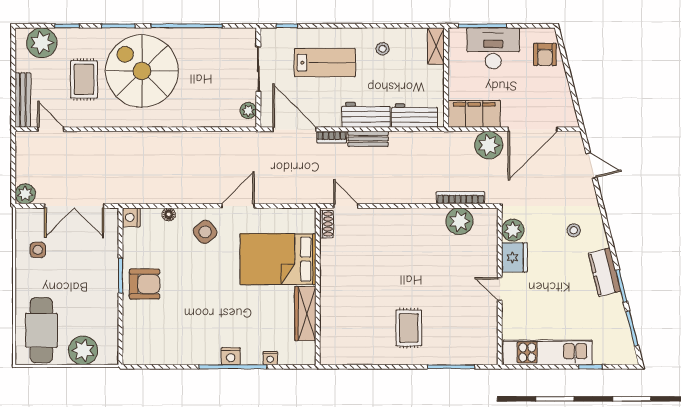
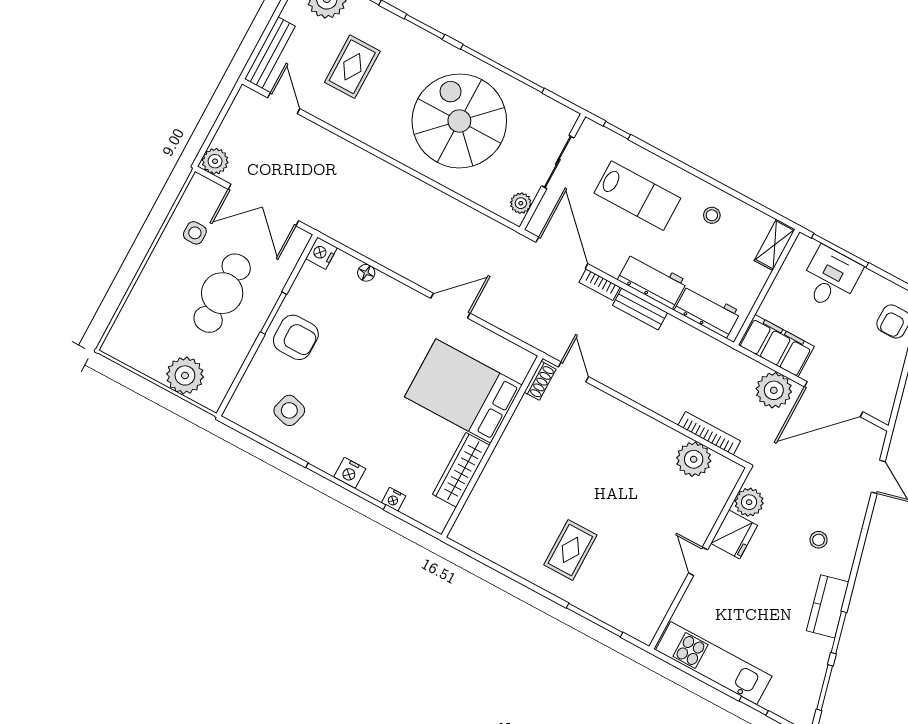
desk: (493, 48) -> (830, 278), width x0.73
spiral stairs: (142, 71) -> (459, 121), moved
side table: (205, 232) -> (289, 410), moved, turned -35
cafe table: (41, 330) -> (222, 293), moved

